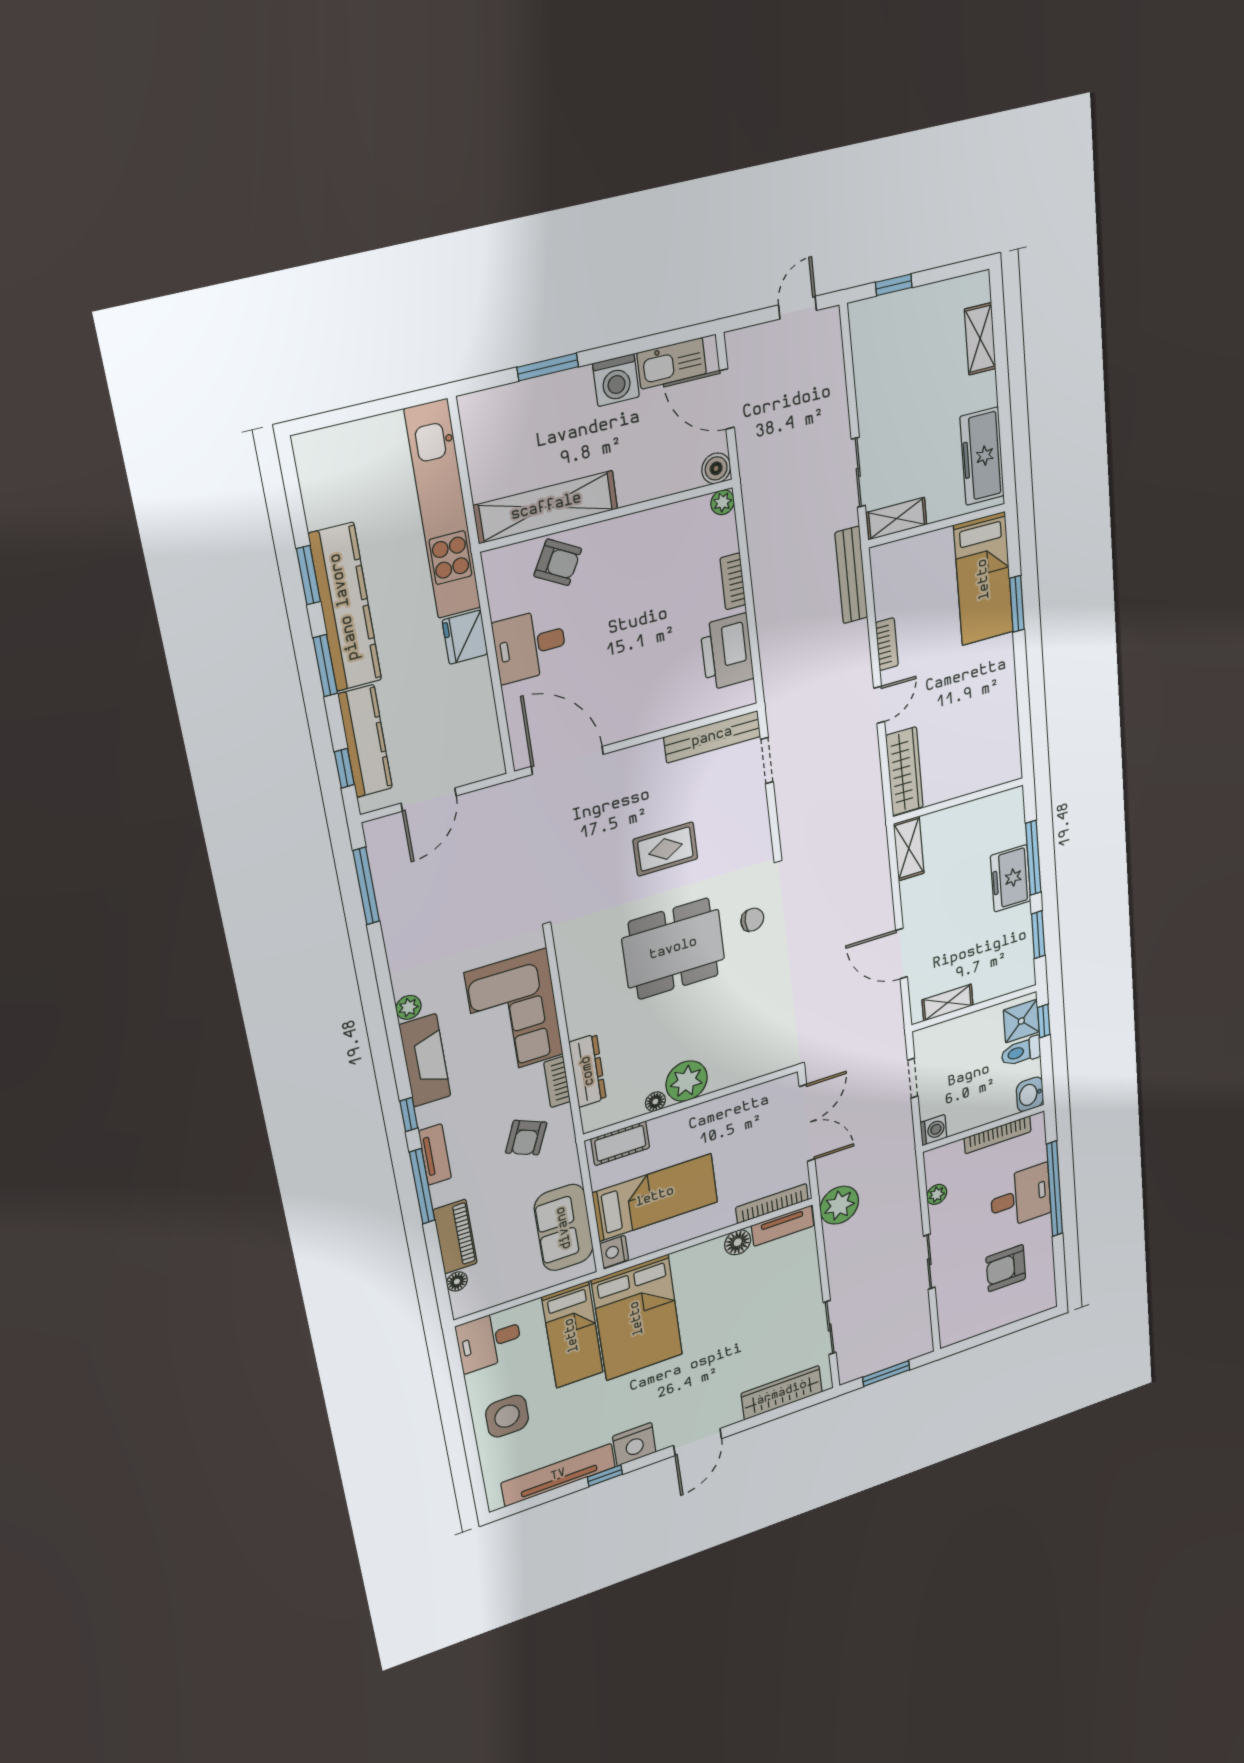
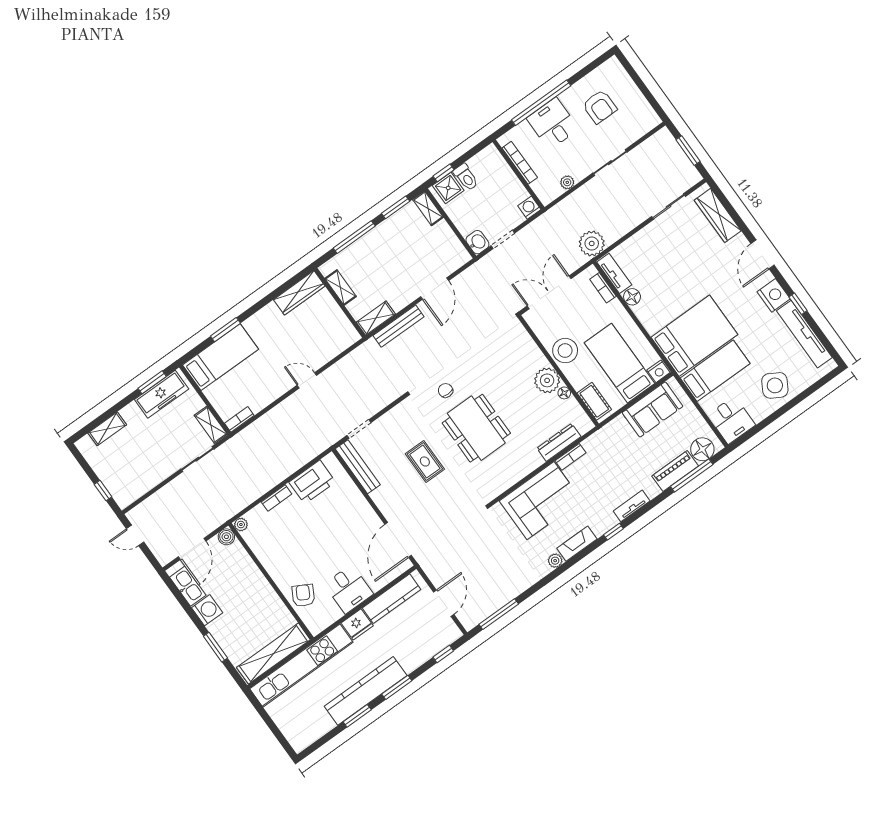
window: (1007, 449) -> (152, 382), added
shelving: (546, 507) -> (273, 654), moved, turned 90
bench: (851, 575) -> (399, 326), moved
bookcase: (887, 644) -> (239, 419), moved
kitchen counter: (365, 741) -> (391, 599), moved, turned 180
wardrobe: (904, 771) -> (299, 293), moved, turned 180
door: (429, 799) -> (444, 603), hinge flipped
shelving: (979, 810) -> (340, 287), added
freezer: (1011, 878) -> (370, 245), removed
shelving: (948, 1003) -> (428, 208), moved
fireplace: (425, 1060) -> (577, 544), width x0.73, depth x0.76
washbasin: (1030, 1094) -> (477, 242), moved, turned -90
stool: (715, 1122) -> (565, 351), added
armchair: (526, 1138) -> (607, 458), removed
window: (422, 1186) -> (692, 475), moved
bookcase: (772, 1204) -> (603, 288), width x0.64
floor lamp: (457, 1281) -> (702, 449), width x1.89, depth x1.89
side table: (507, 1416) -> (775, 385), turned 30
door: (698, 1442) -> (763, 254), swing flipped

